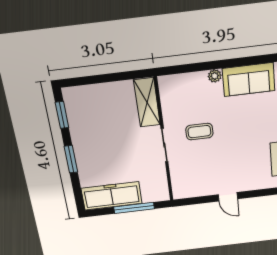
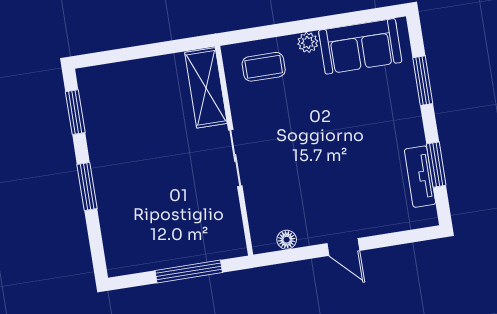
coffee table: (199, 132) -> (264, 67), moved
floor lamp: (194, 192) -> (287, 240), added
freezer: (112, 196) -> (152, 250), removed

